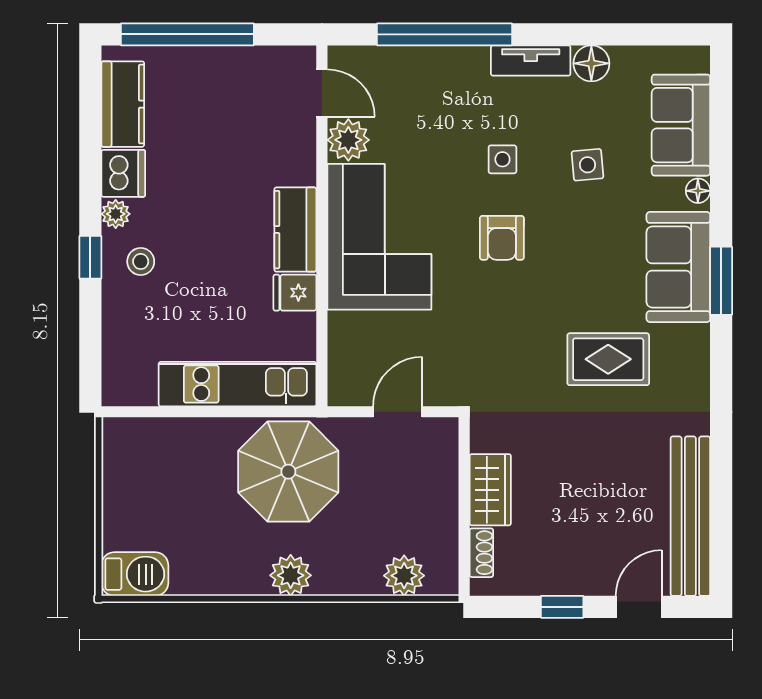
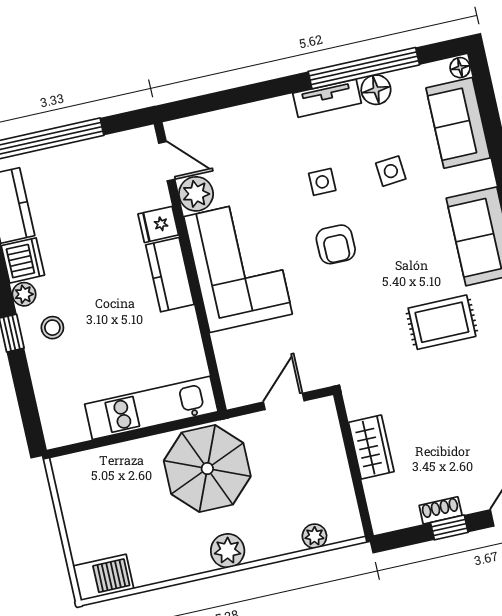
window: (444, 34) -> (364, 68), moved
floor lamp: (698, 191) -> (460, 68), moved
fridge: (295, 293) -> (158, 224), moved
shoe rack: (481, 553) -> (441, 510), moved, turned -90
plant: (404, 576) -> (314, 536), width x0.73, depth x0.73

